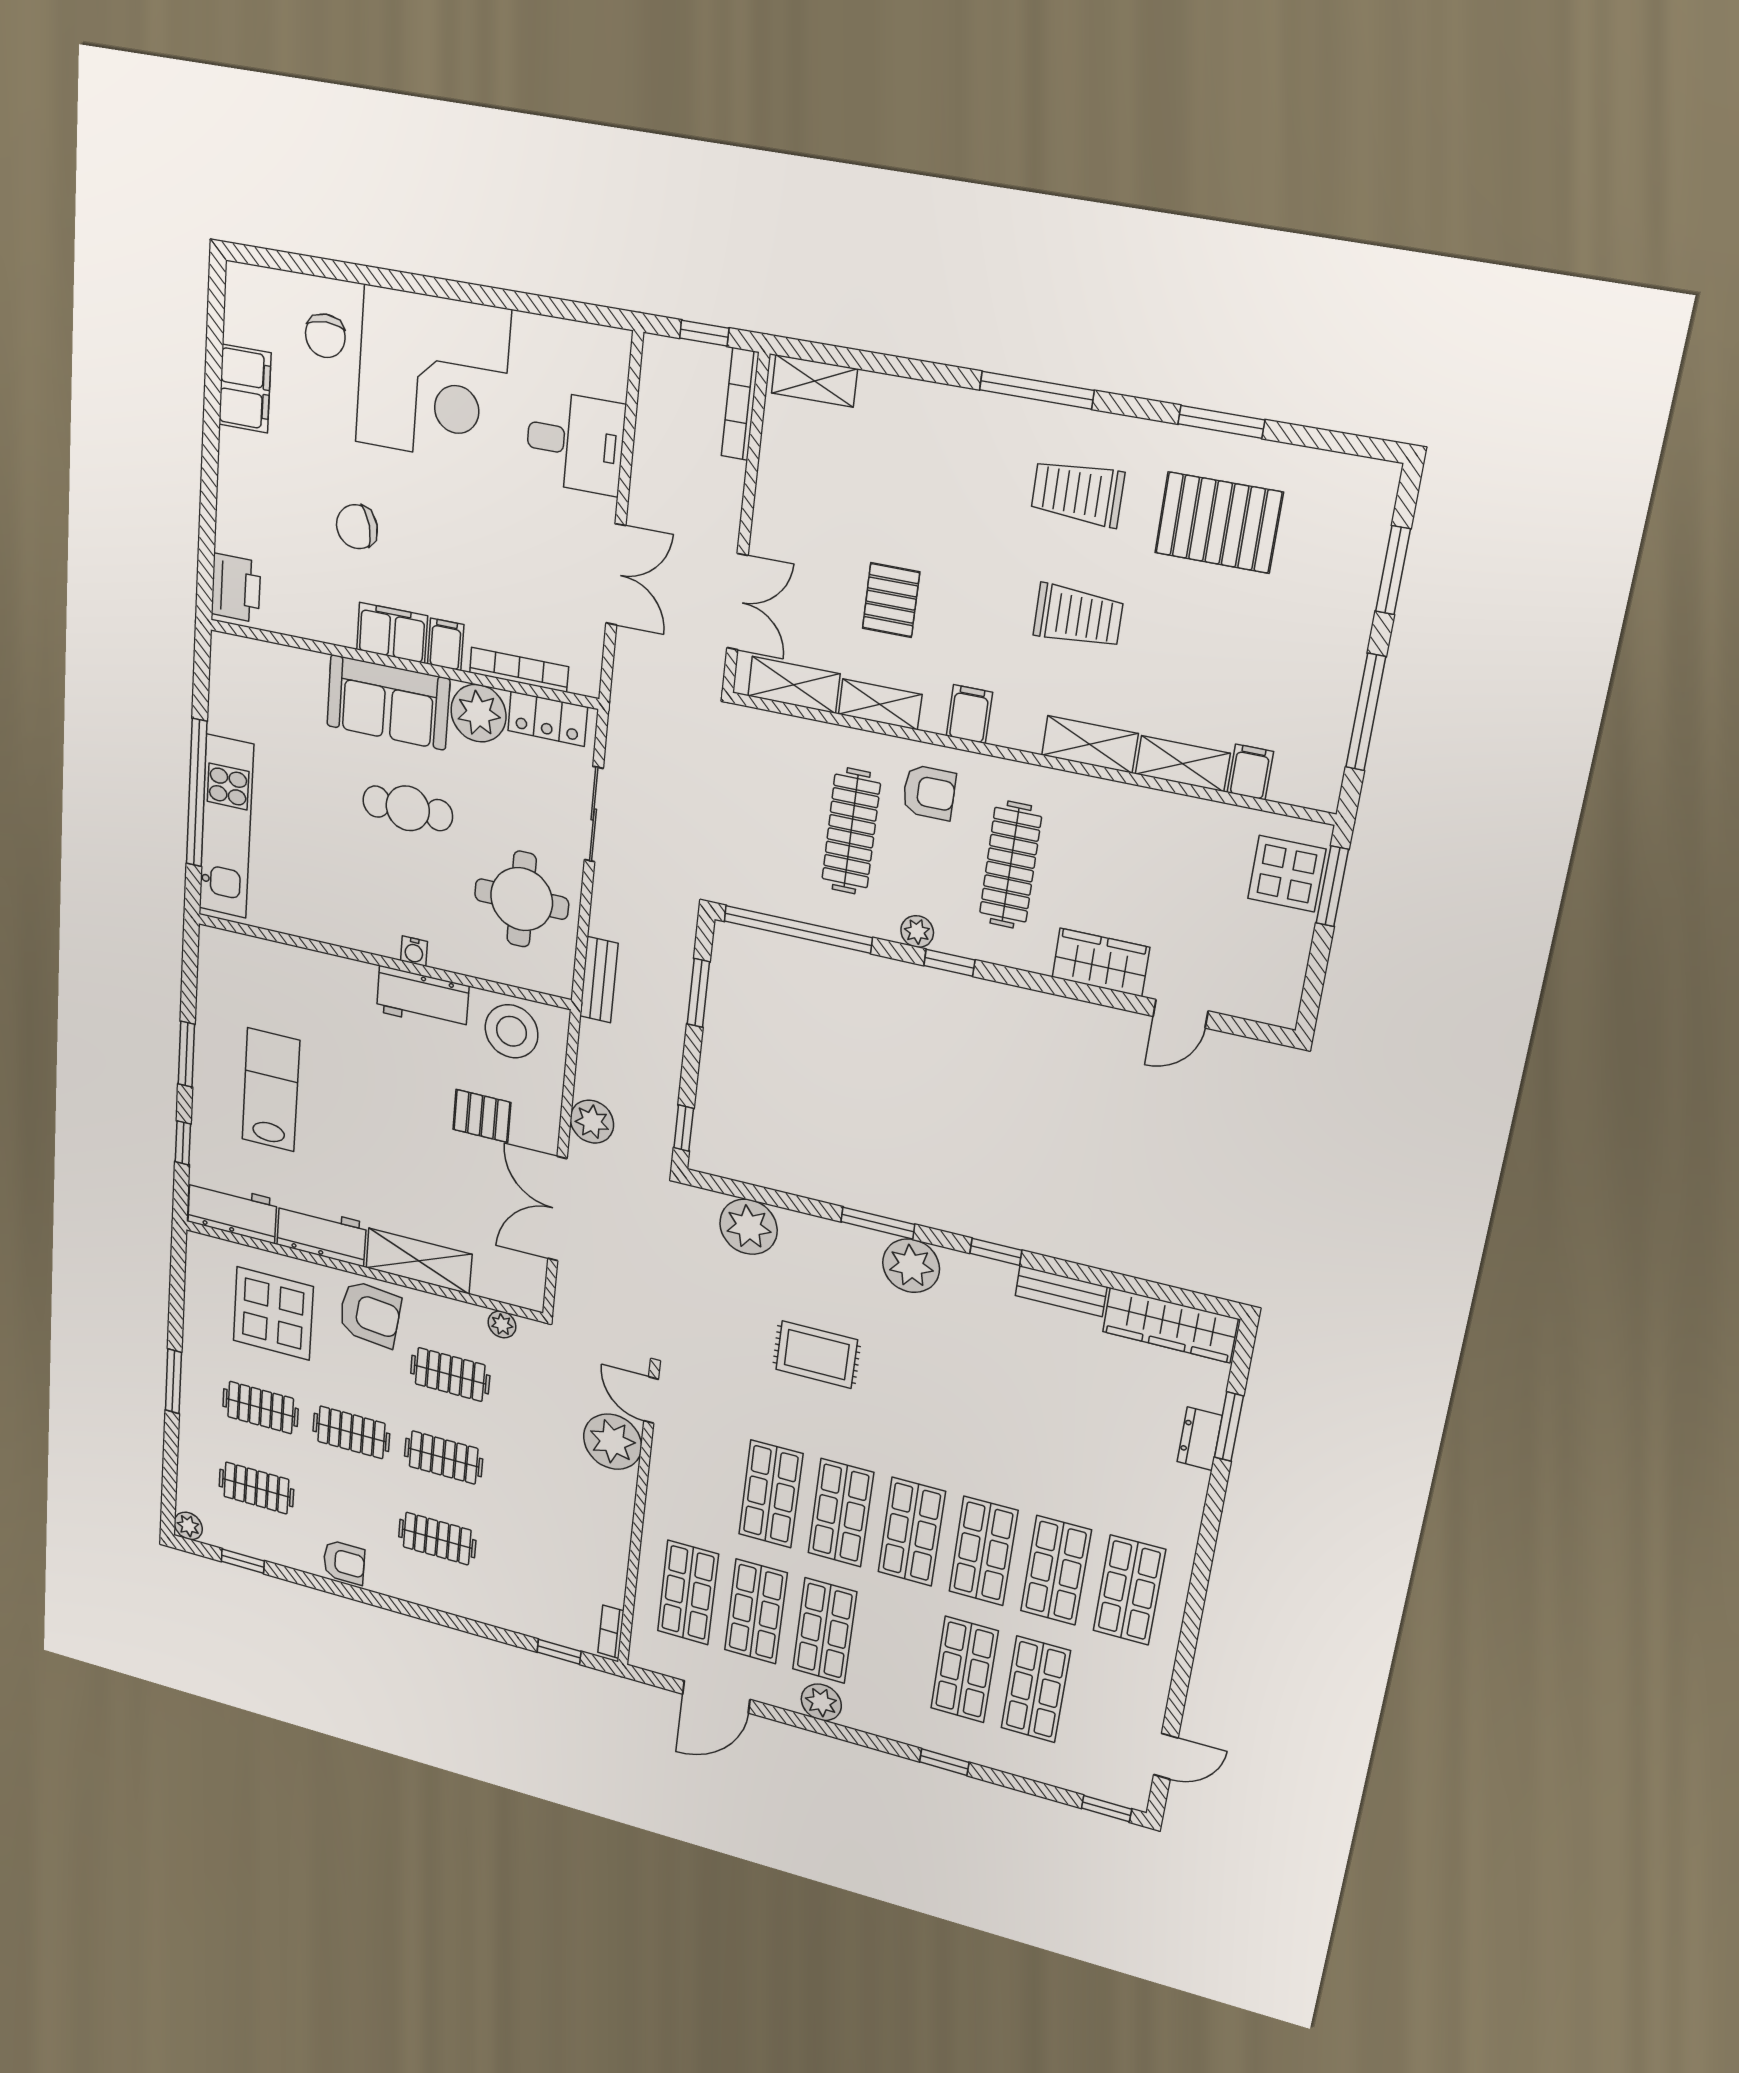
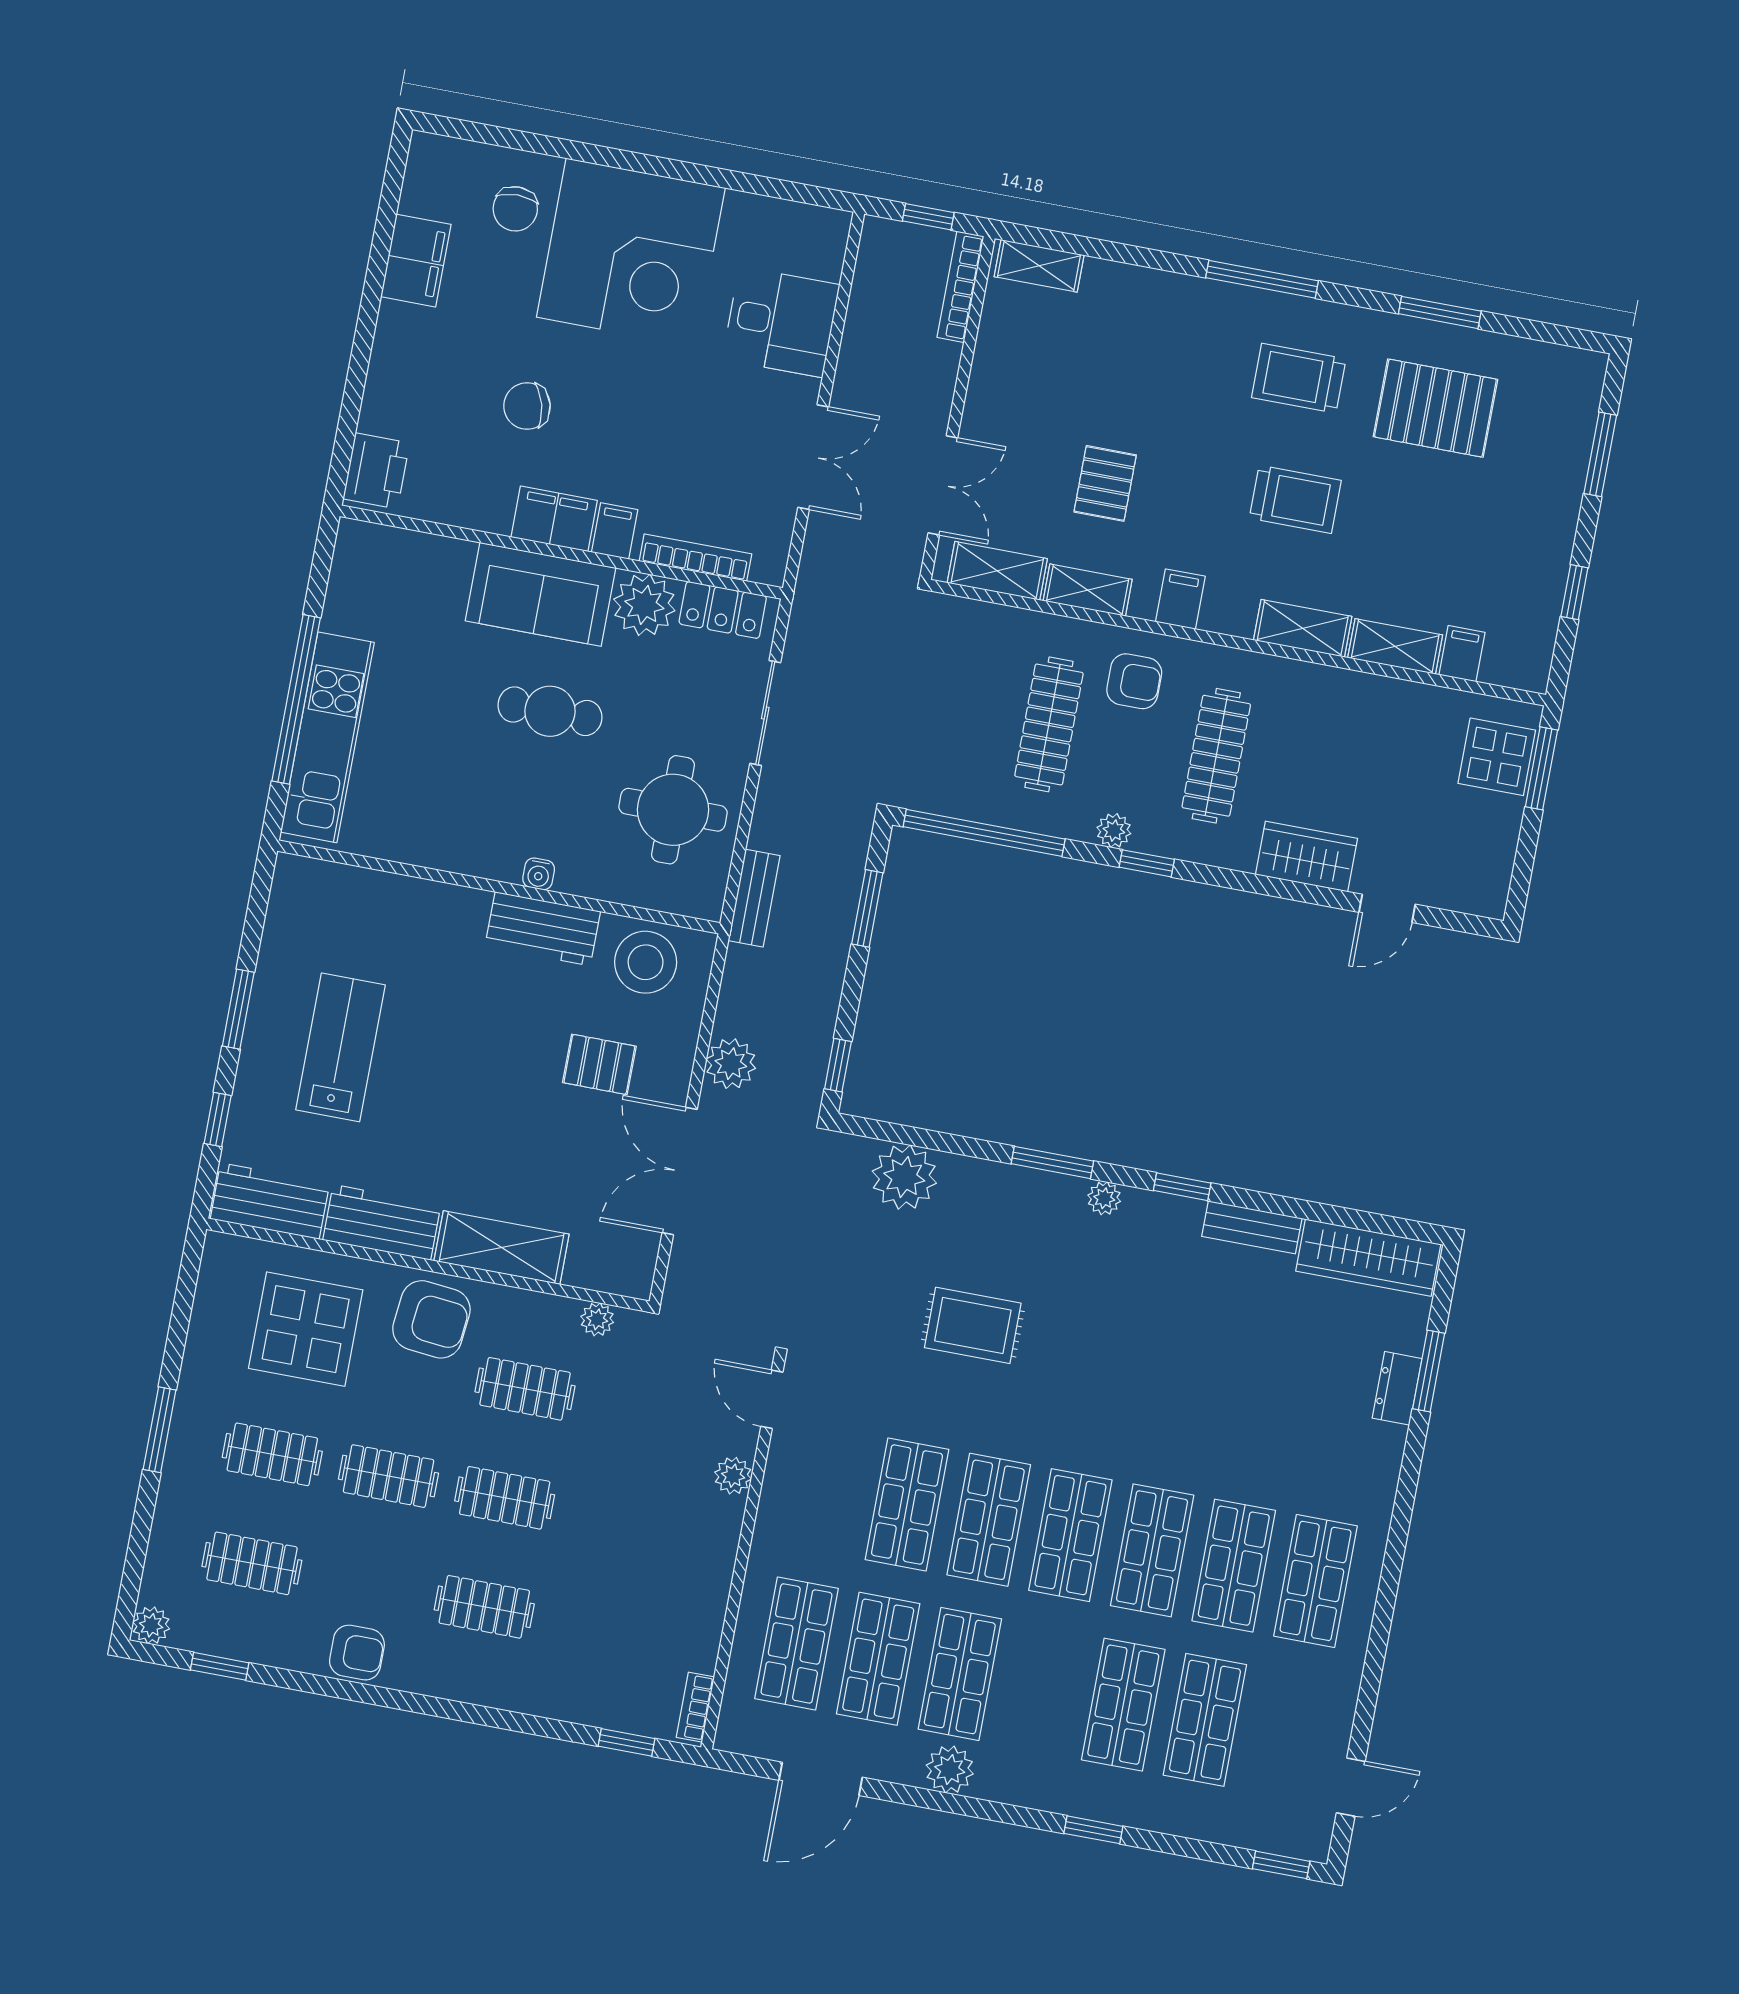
window: (1366, 712) -> (1574, 592), width x0.46
plant: (911, 1266) -> (1104, 1198), width x0.53, depth x0.53
plant: (613, 1442) -> (733, 1476), width x0.53, depth x0.53

